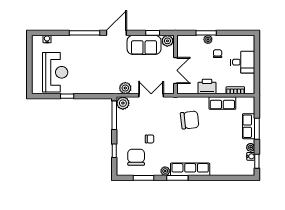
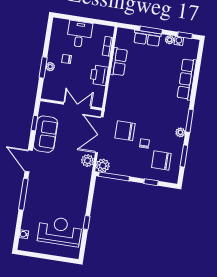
plant: (167, 41) -> (45, 109), removed
double door: (151, 95) -> (99, 135), width x1.37
chair: (190, 120) -> (125, 131), moved, turned -84
row of seats: (190, 169) -> (187, 79), moved

